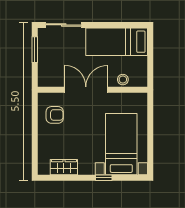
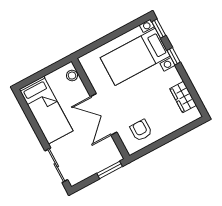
window: (35, 50) -> (110, 170), moved
stool: (123, 80) -> (72, 76), moved
window: (135, 178) -> (159, 29), added

